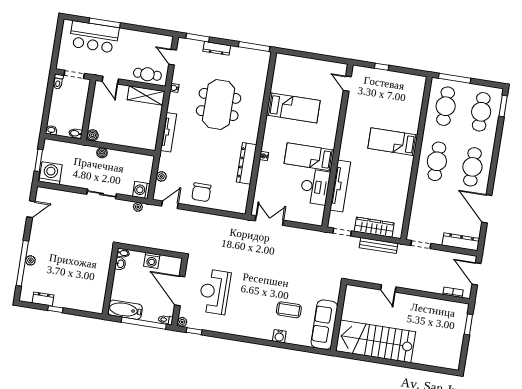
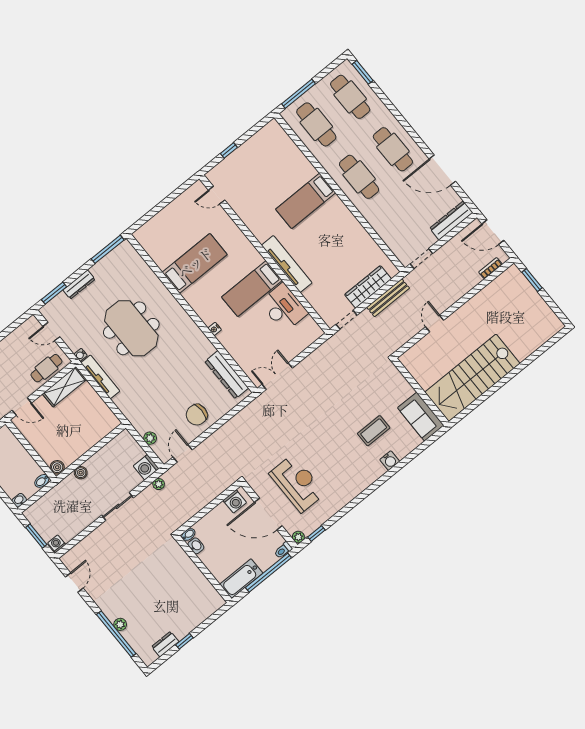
tv unit: (168, 132) -> (100, 377), moved
dresser: (247, 163) -> (227, 375), moved
washing machine: (51, 173) -> (57, 544), width x0.53, depth x0.53
tv unit: (340, 186) -> (287, 264), moved
chair: (201, 192) -> (197, 415), turned 90
washing machine: (152, 260) -> (235, 501), moved
door: (388, 288) -> (435, 323), swing flipped
reception desk: (215, 292) -> (297, 483), turned 180
sofa: (324, 325) -> (421, 417), width x0.73

